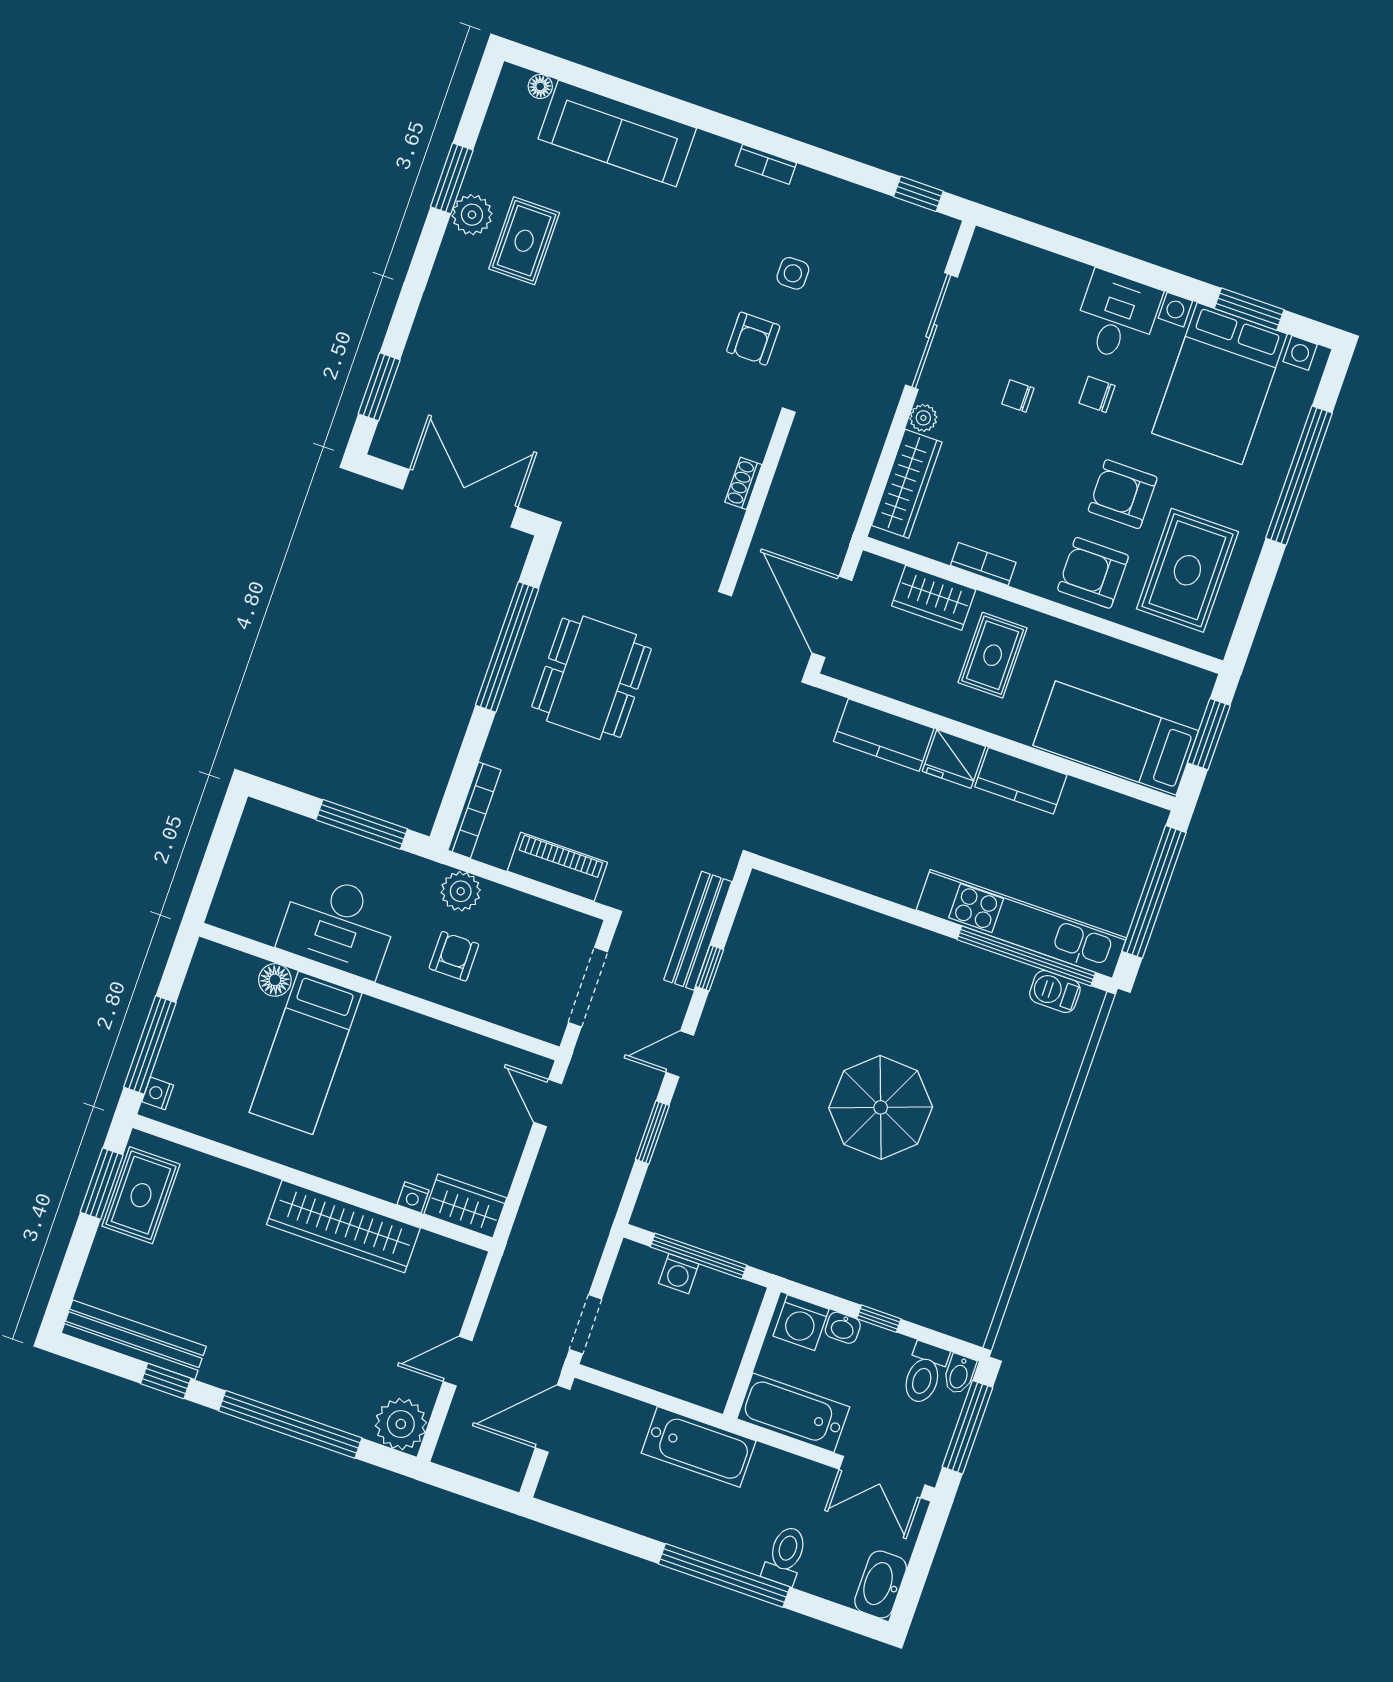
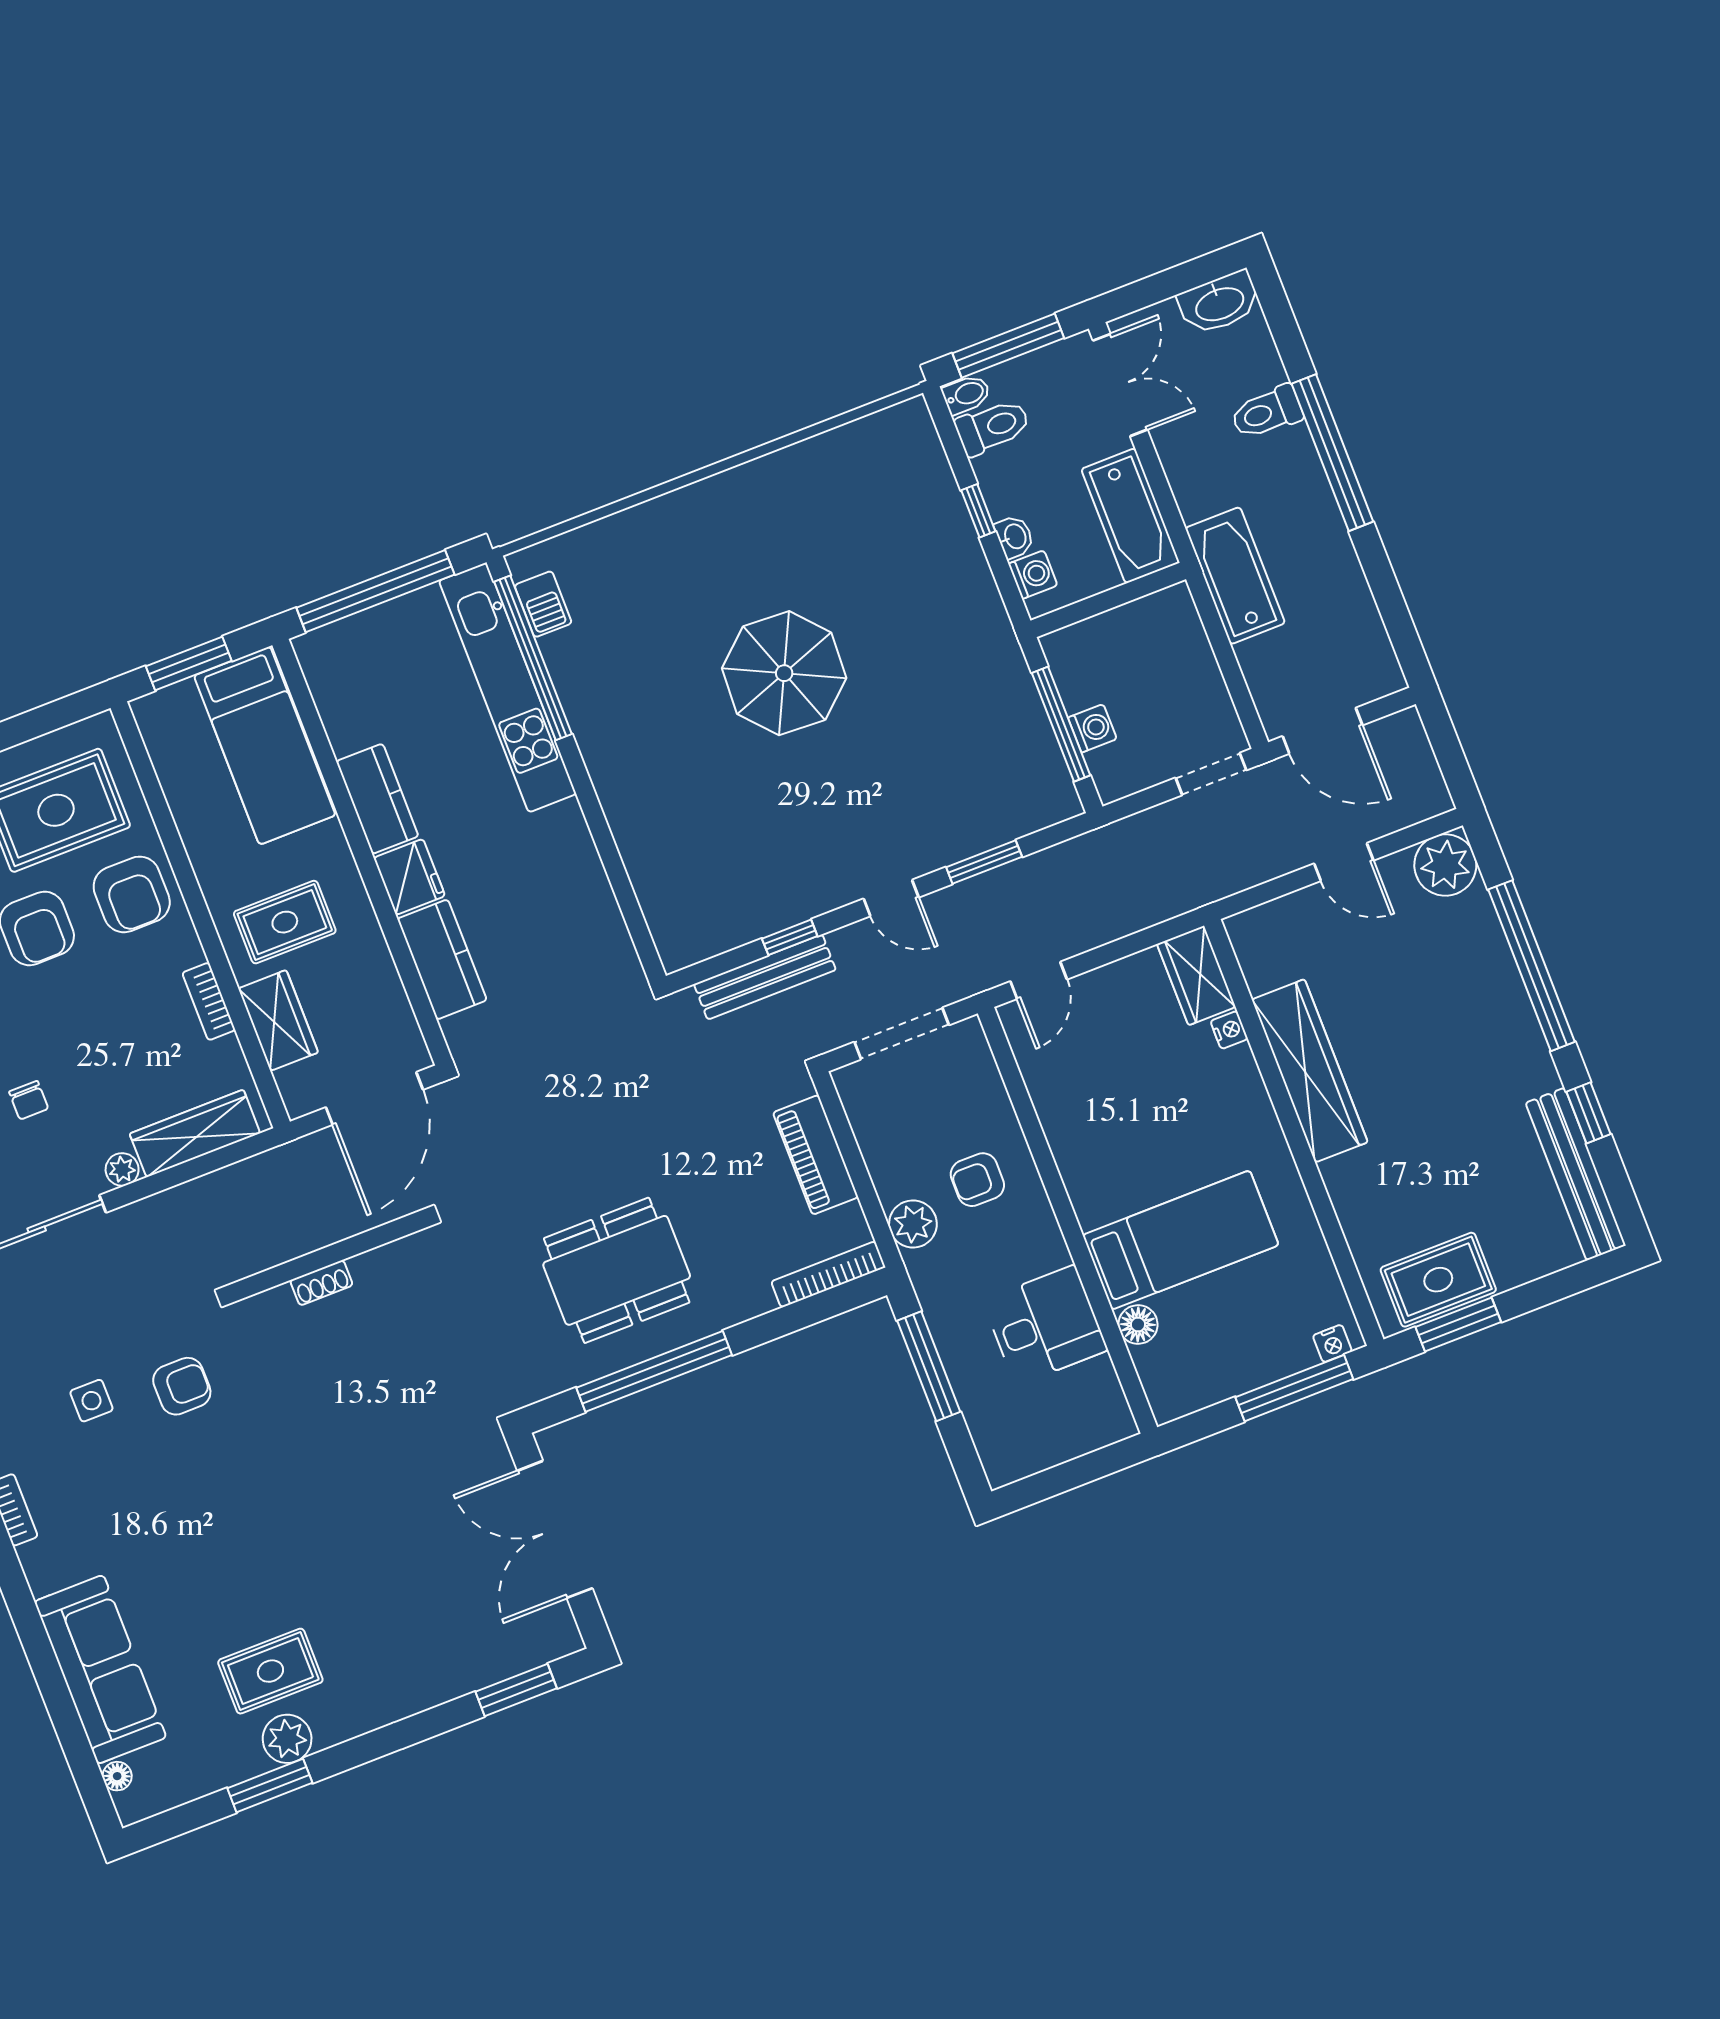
desk: (338, 925) -> (1045, 1325), width x0.73
washing machine: (801, 1323) -> (1033, 575), width x0.73, depth x0.73

